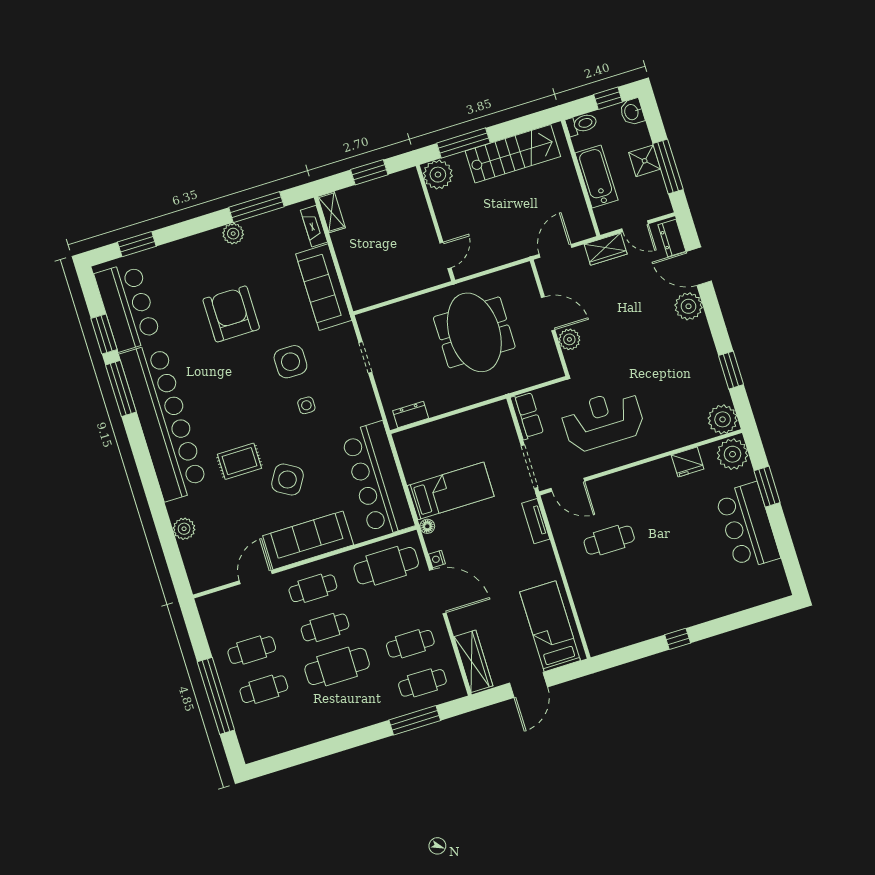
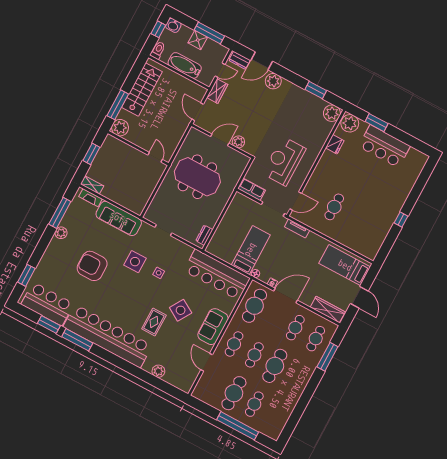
sofa: (308, 540) -> (213, 327), width x0.73
cafe table: (252, 650) -> (234, 393), width x1.37, depth x1.35

